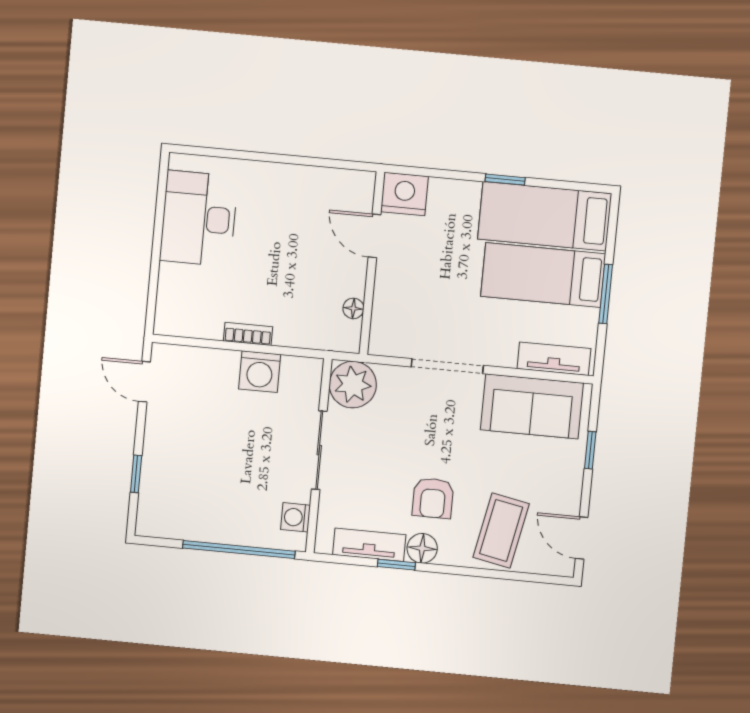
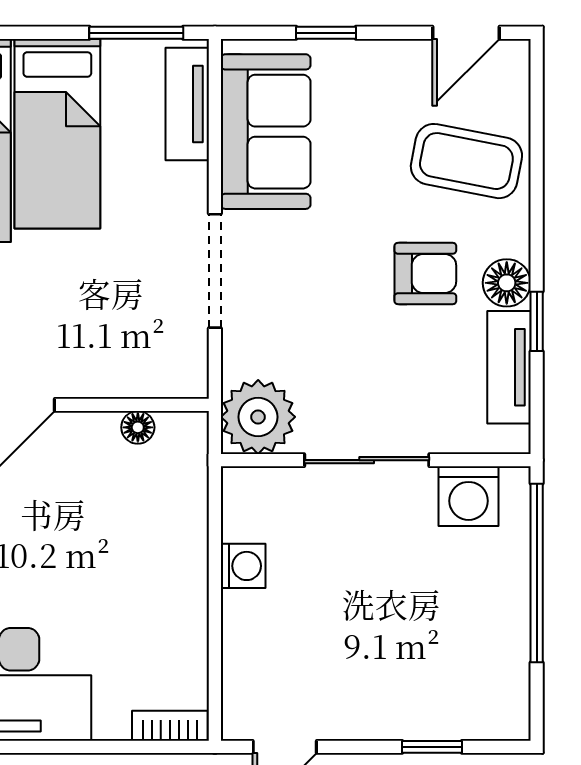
window: (606, 294) -> (136, 33), moved
bookcase: (248, 334) -> (170, 726), moved, turned 90
washing machine: (260, 372) -> (243, 566), width x0.73, depth x0.73
washing machine: (295, 517) -> (469, 496), width x1.38, depth x1.38

